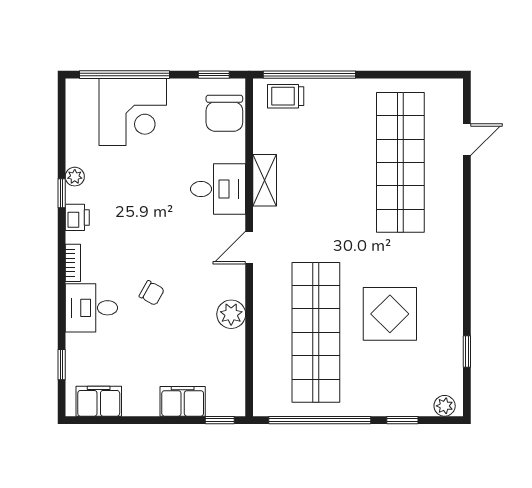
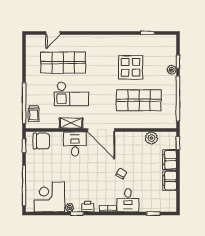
corner desk: (133, 112) -> (49, 197), moved, turned -90
door: (467, 140) -> (53, 33), swing flipped
shop shelf: (400, 162) -> (63, 63), width x0.71
checkout: (330, 181) -> (71, 94), added
door: (249, 248) -> (101, 130), width x1.87
plant: (231, 314) -> (151, 138), moved
shop shelf: (316, 332) -> (139, 100), width x0.71
filing cabinet: (99, 401) -> (170, 181), moved
plant: (445, 406) -> (172, 70), moved

